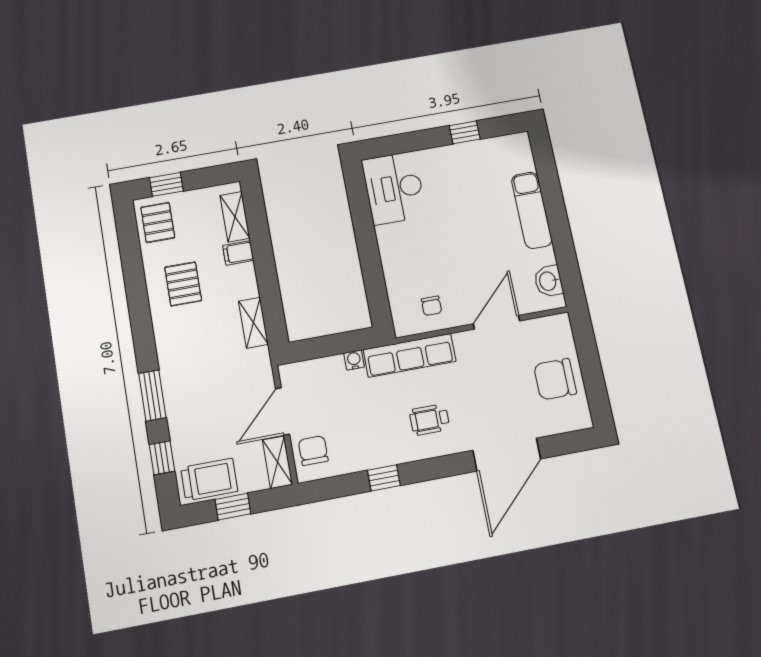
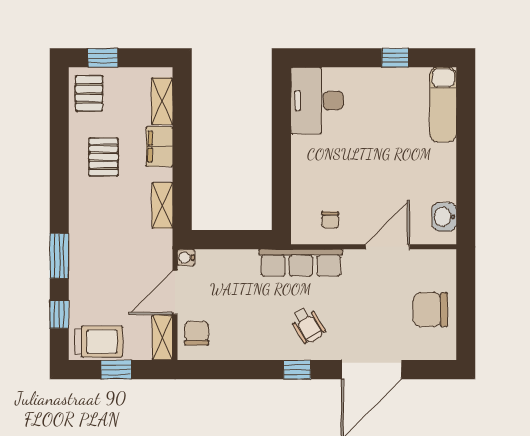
exam couch: (532, 210) -> (443, 105), moved
filing cabinet: (238, 253) -> (159, 147), width x2.00
water cooler: (354, 360) -> (186, 257), moved, turned -90
wheelchair: (429, 420) -> (308, 325), turned -121
window: (384, 478) -> (297, 370), moved

